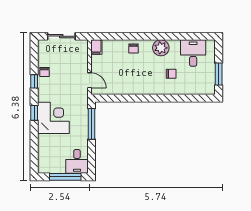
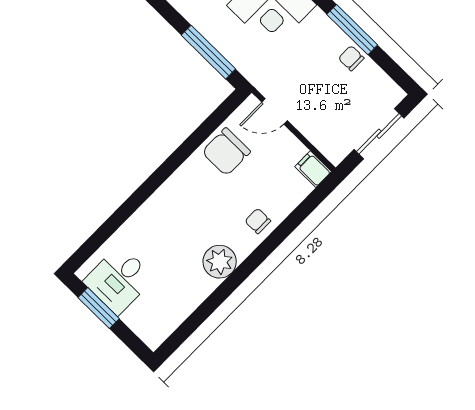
desk: (193, 53) -> (119, 280), moved, turned 90
chair: (171, 74) -> (226, 152), moved, width x1.87, depth x1.87
window: (34, 81) -> (352, 30), width x2.17

